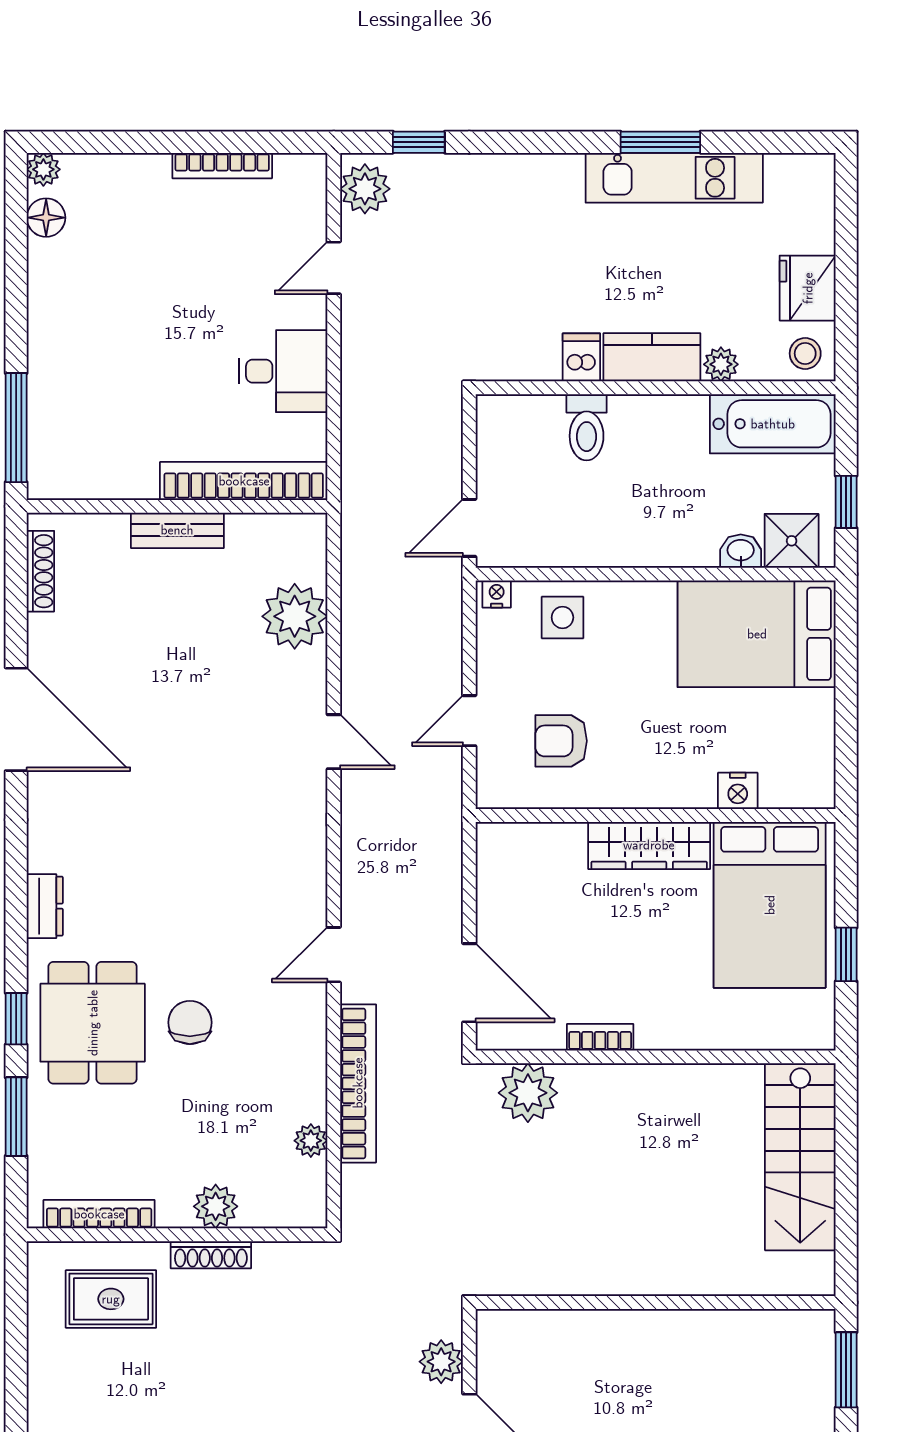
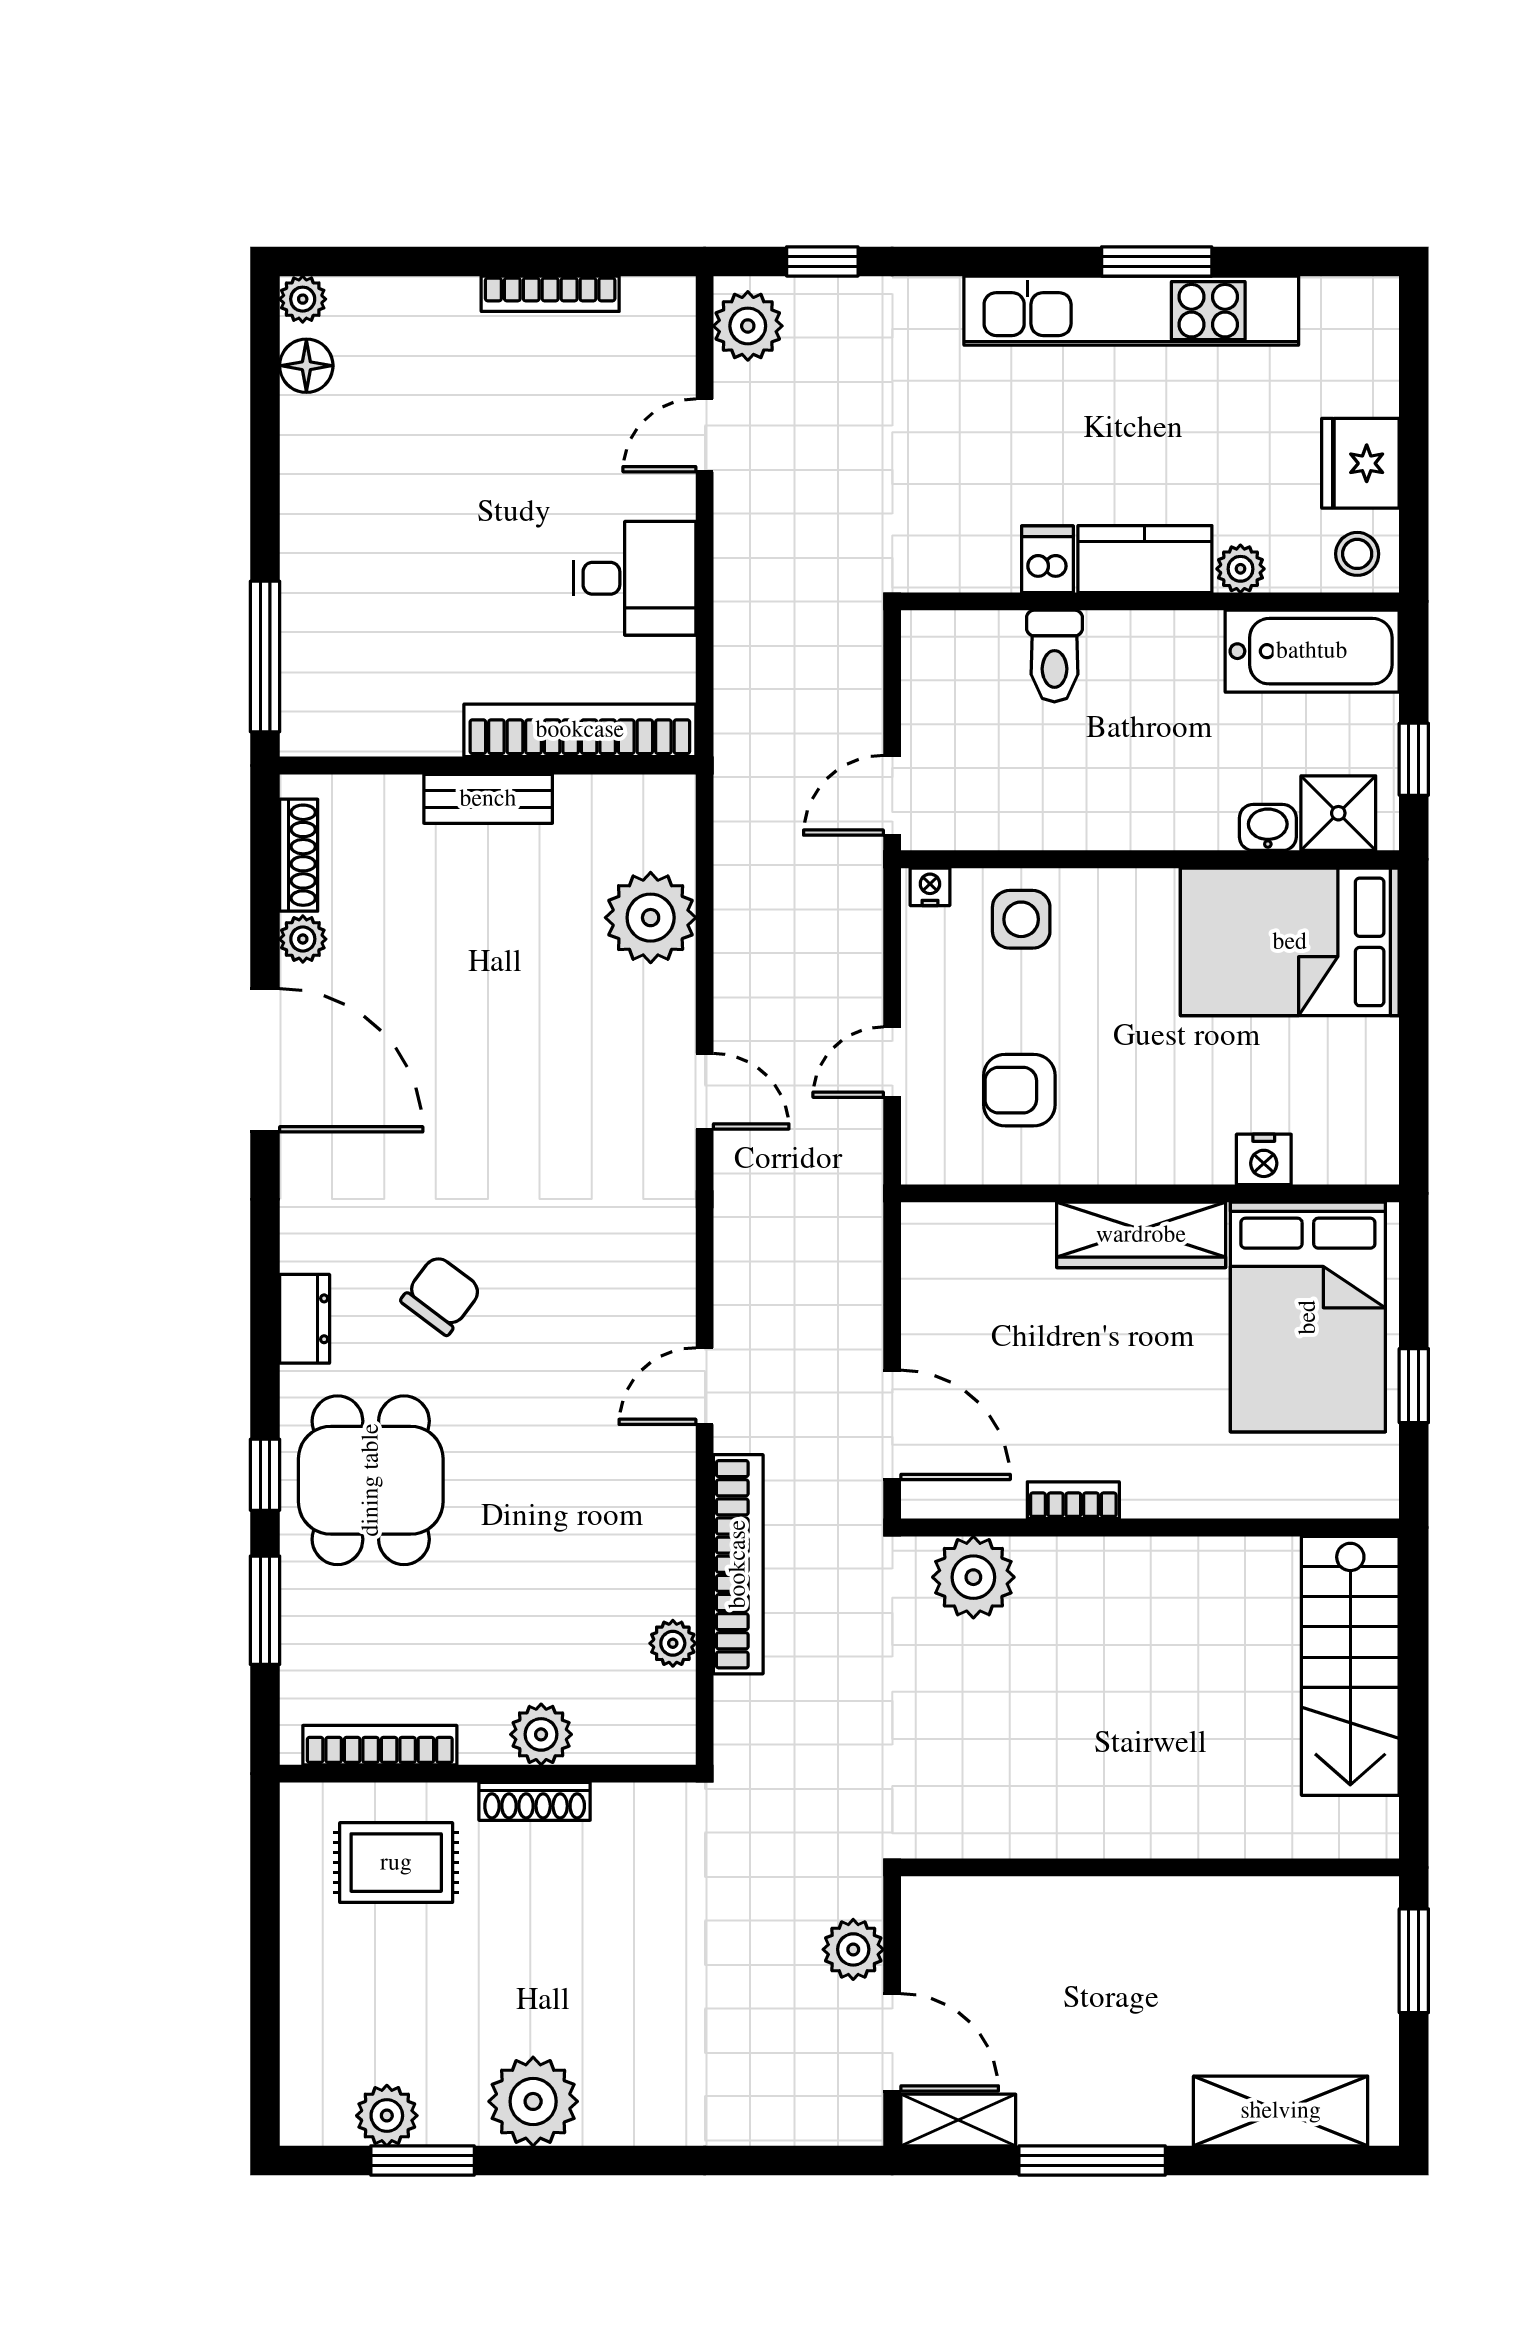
kitchen unit: (674, 178) -> (1131, 311), width x1.36
plant: (43, 632) -> (303, 939), added
chair: (190, 1022) -> (441, 1295), moved, turned 37

